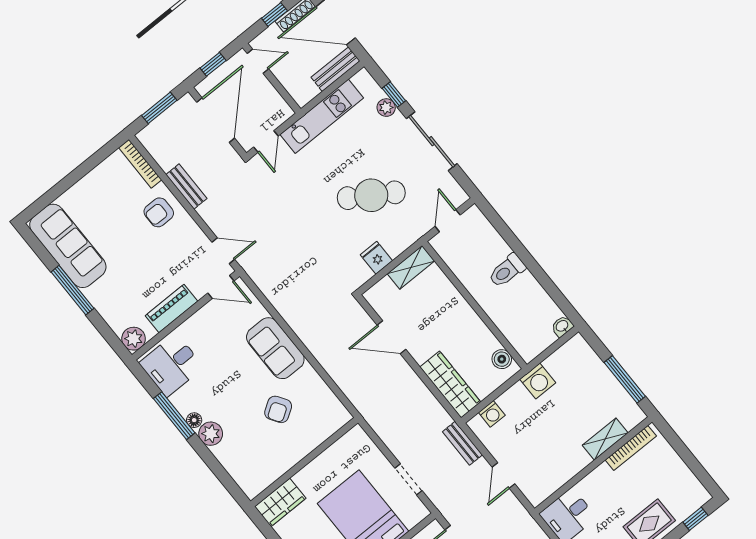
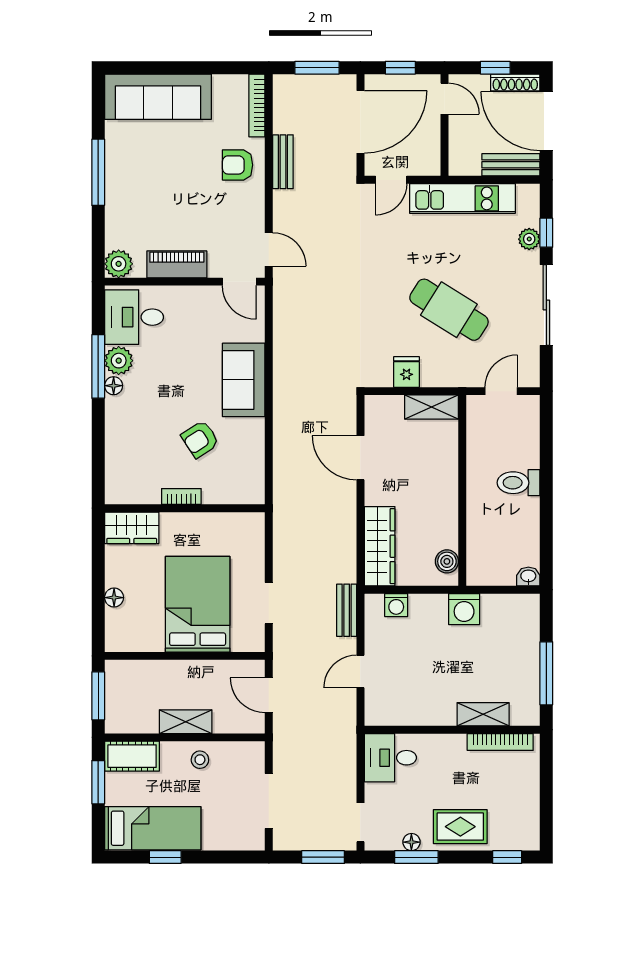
sofa: (68, 246) -> (158, 97), moved, turned 90
plant: (211, 434) -> (119, 361), moved
bookcase: (296, 456) -> (181, 496), added

